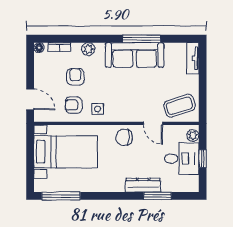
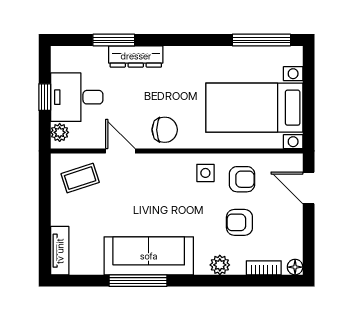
armchair: (75, 77) -> (239, 222), turned 90
coffee table: (179, 106) -> (80, 178), width x0.73, depth x0.77

